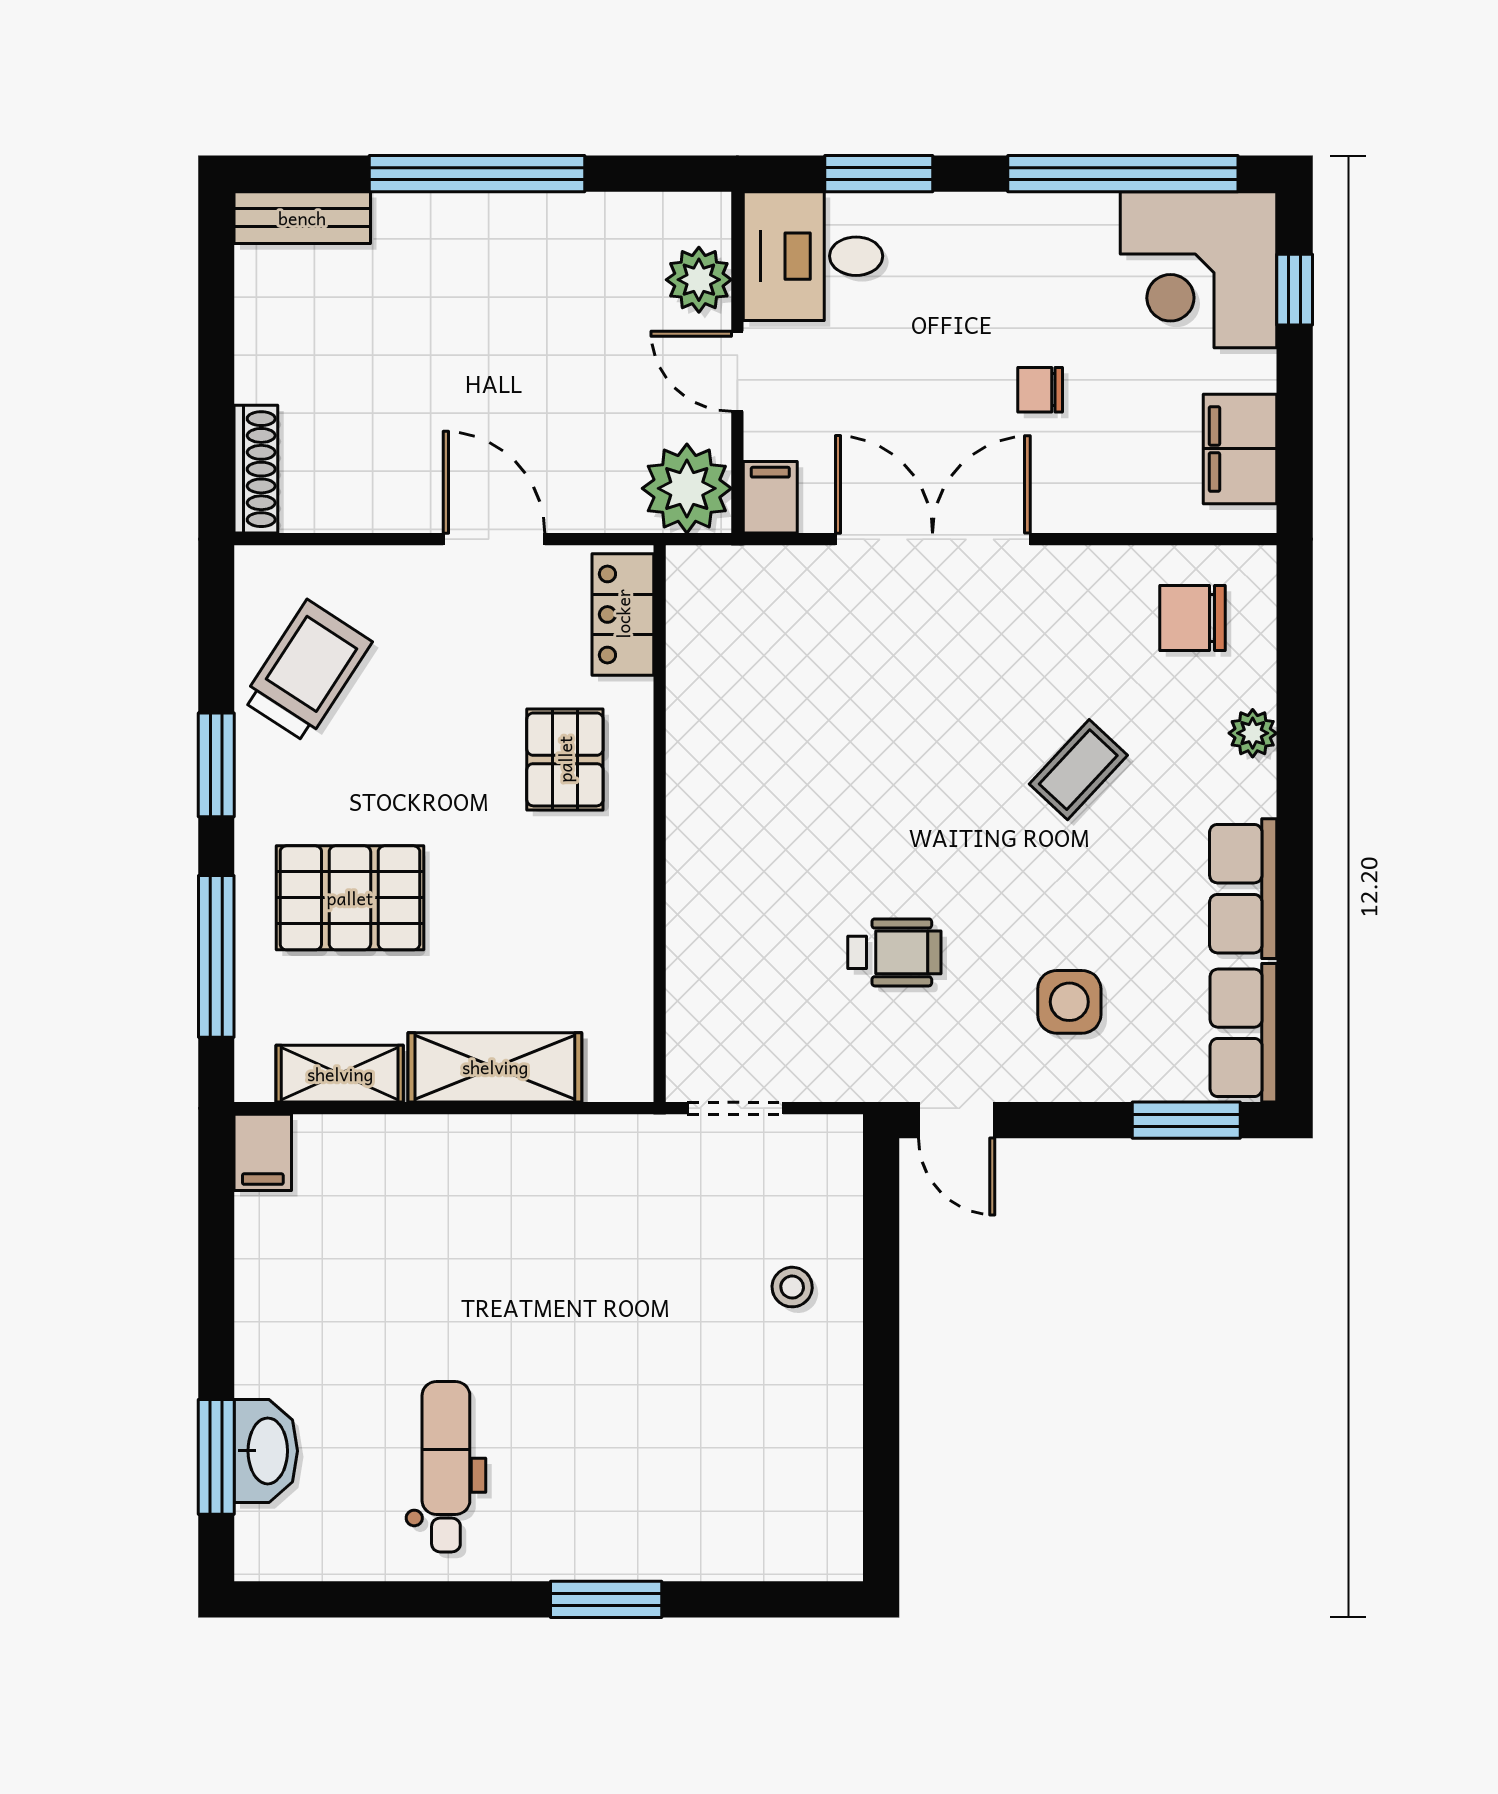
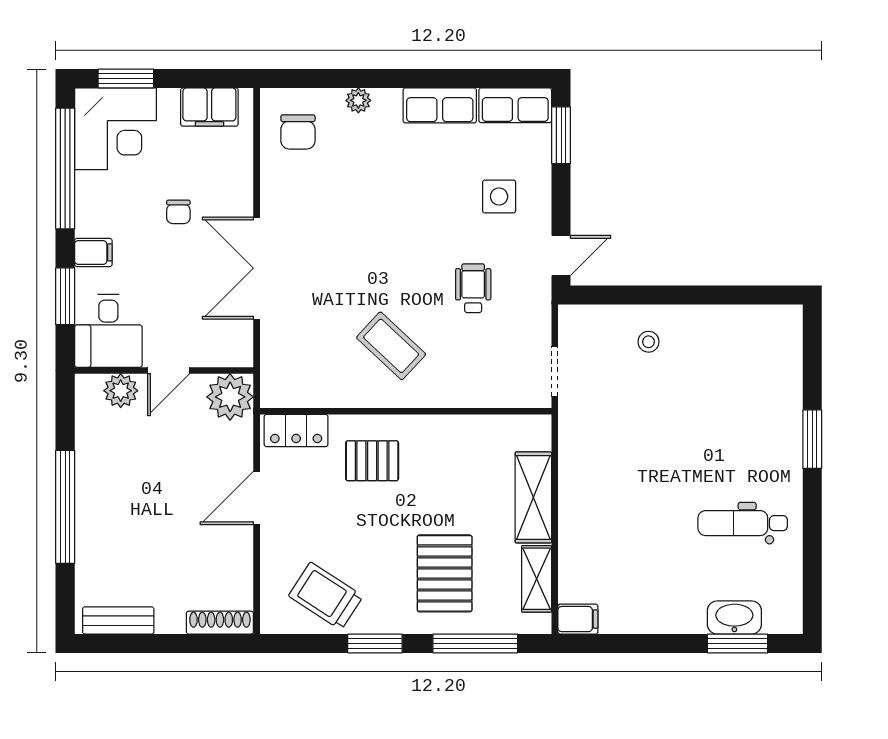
bench: (302, 218) -> (118, 620), moved, turned 90
window: (1295, 290) -> (126, 78), width x1.50
filing cabinet: (770, 497) -> (93, 252), moved, turned 180
coffee table: (1078, 770) -> (391, 346), moved, width x1.36, depth x1.30

